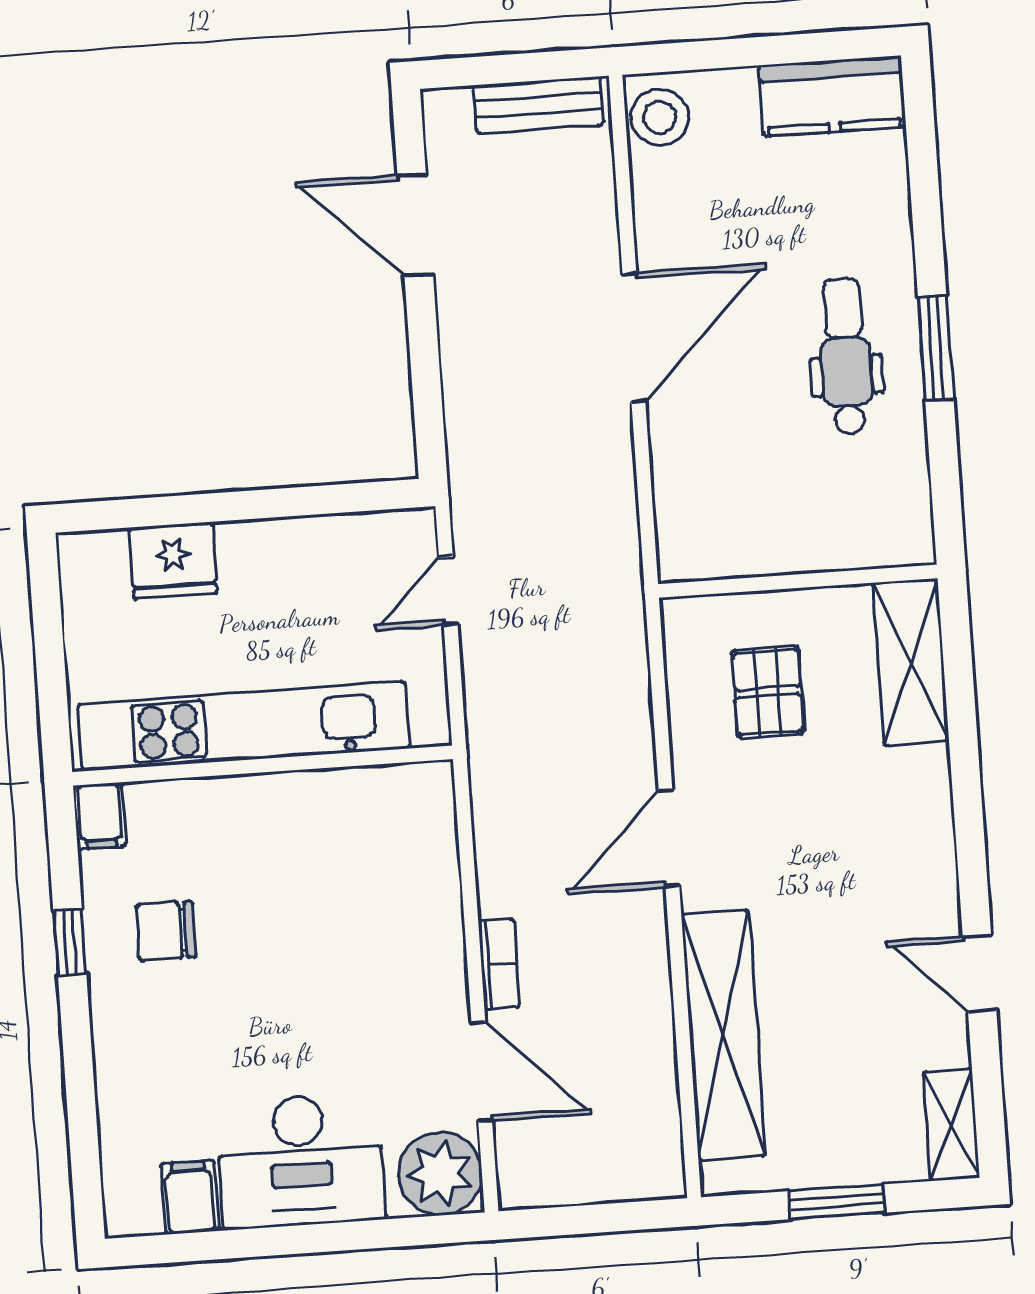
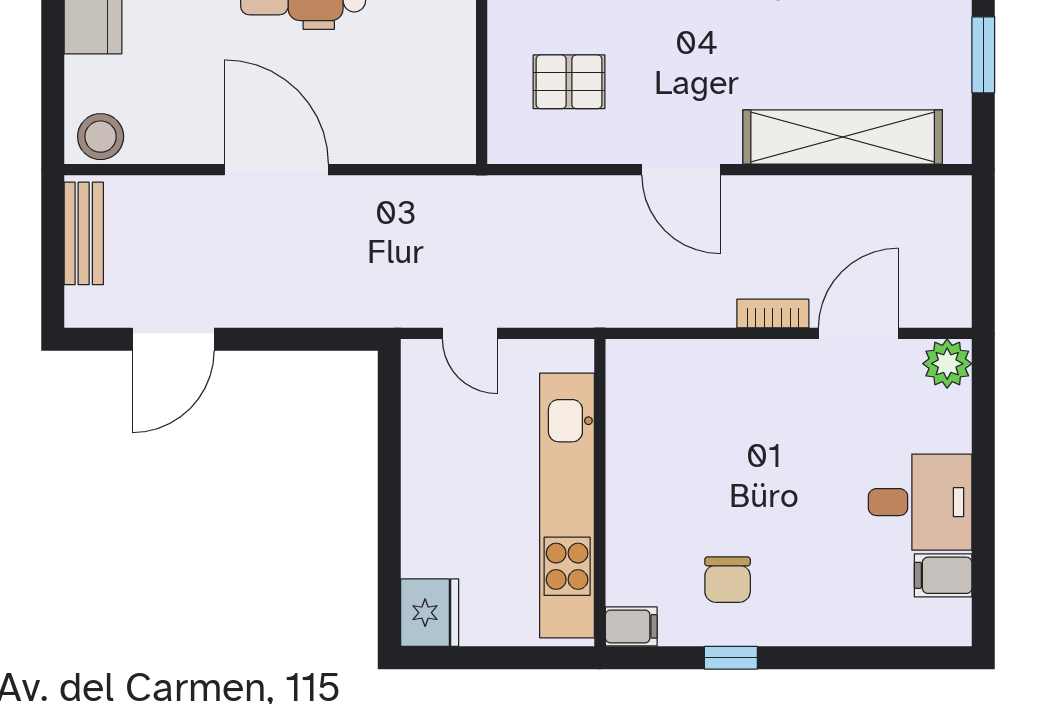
fridge: (173, 560) -> (430, 613), moved
desk: (301, 1161) -> (920, 502), width x0.73
plant: (440, 1174) -> (947, 364), width x0.73, depth x0.73

